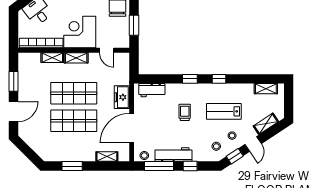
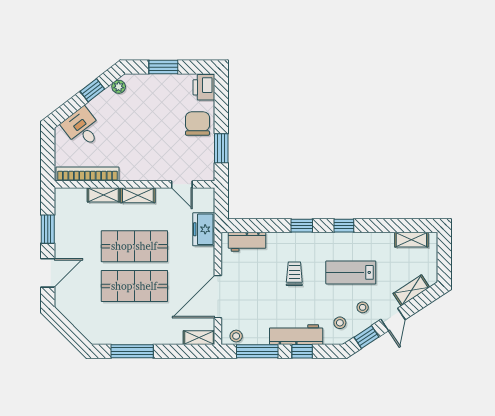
corner desk: (80, 32) -> (143, 158), removed
freezer: (122, 97) -> (204, 229), moved
workbench: (173, 154) -> (296, 335), moved
shelving: (107, 157) -> (199, 338), moved
window: (72, 166) -> (132, 351), width x1.44

